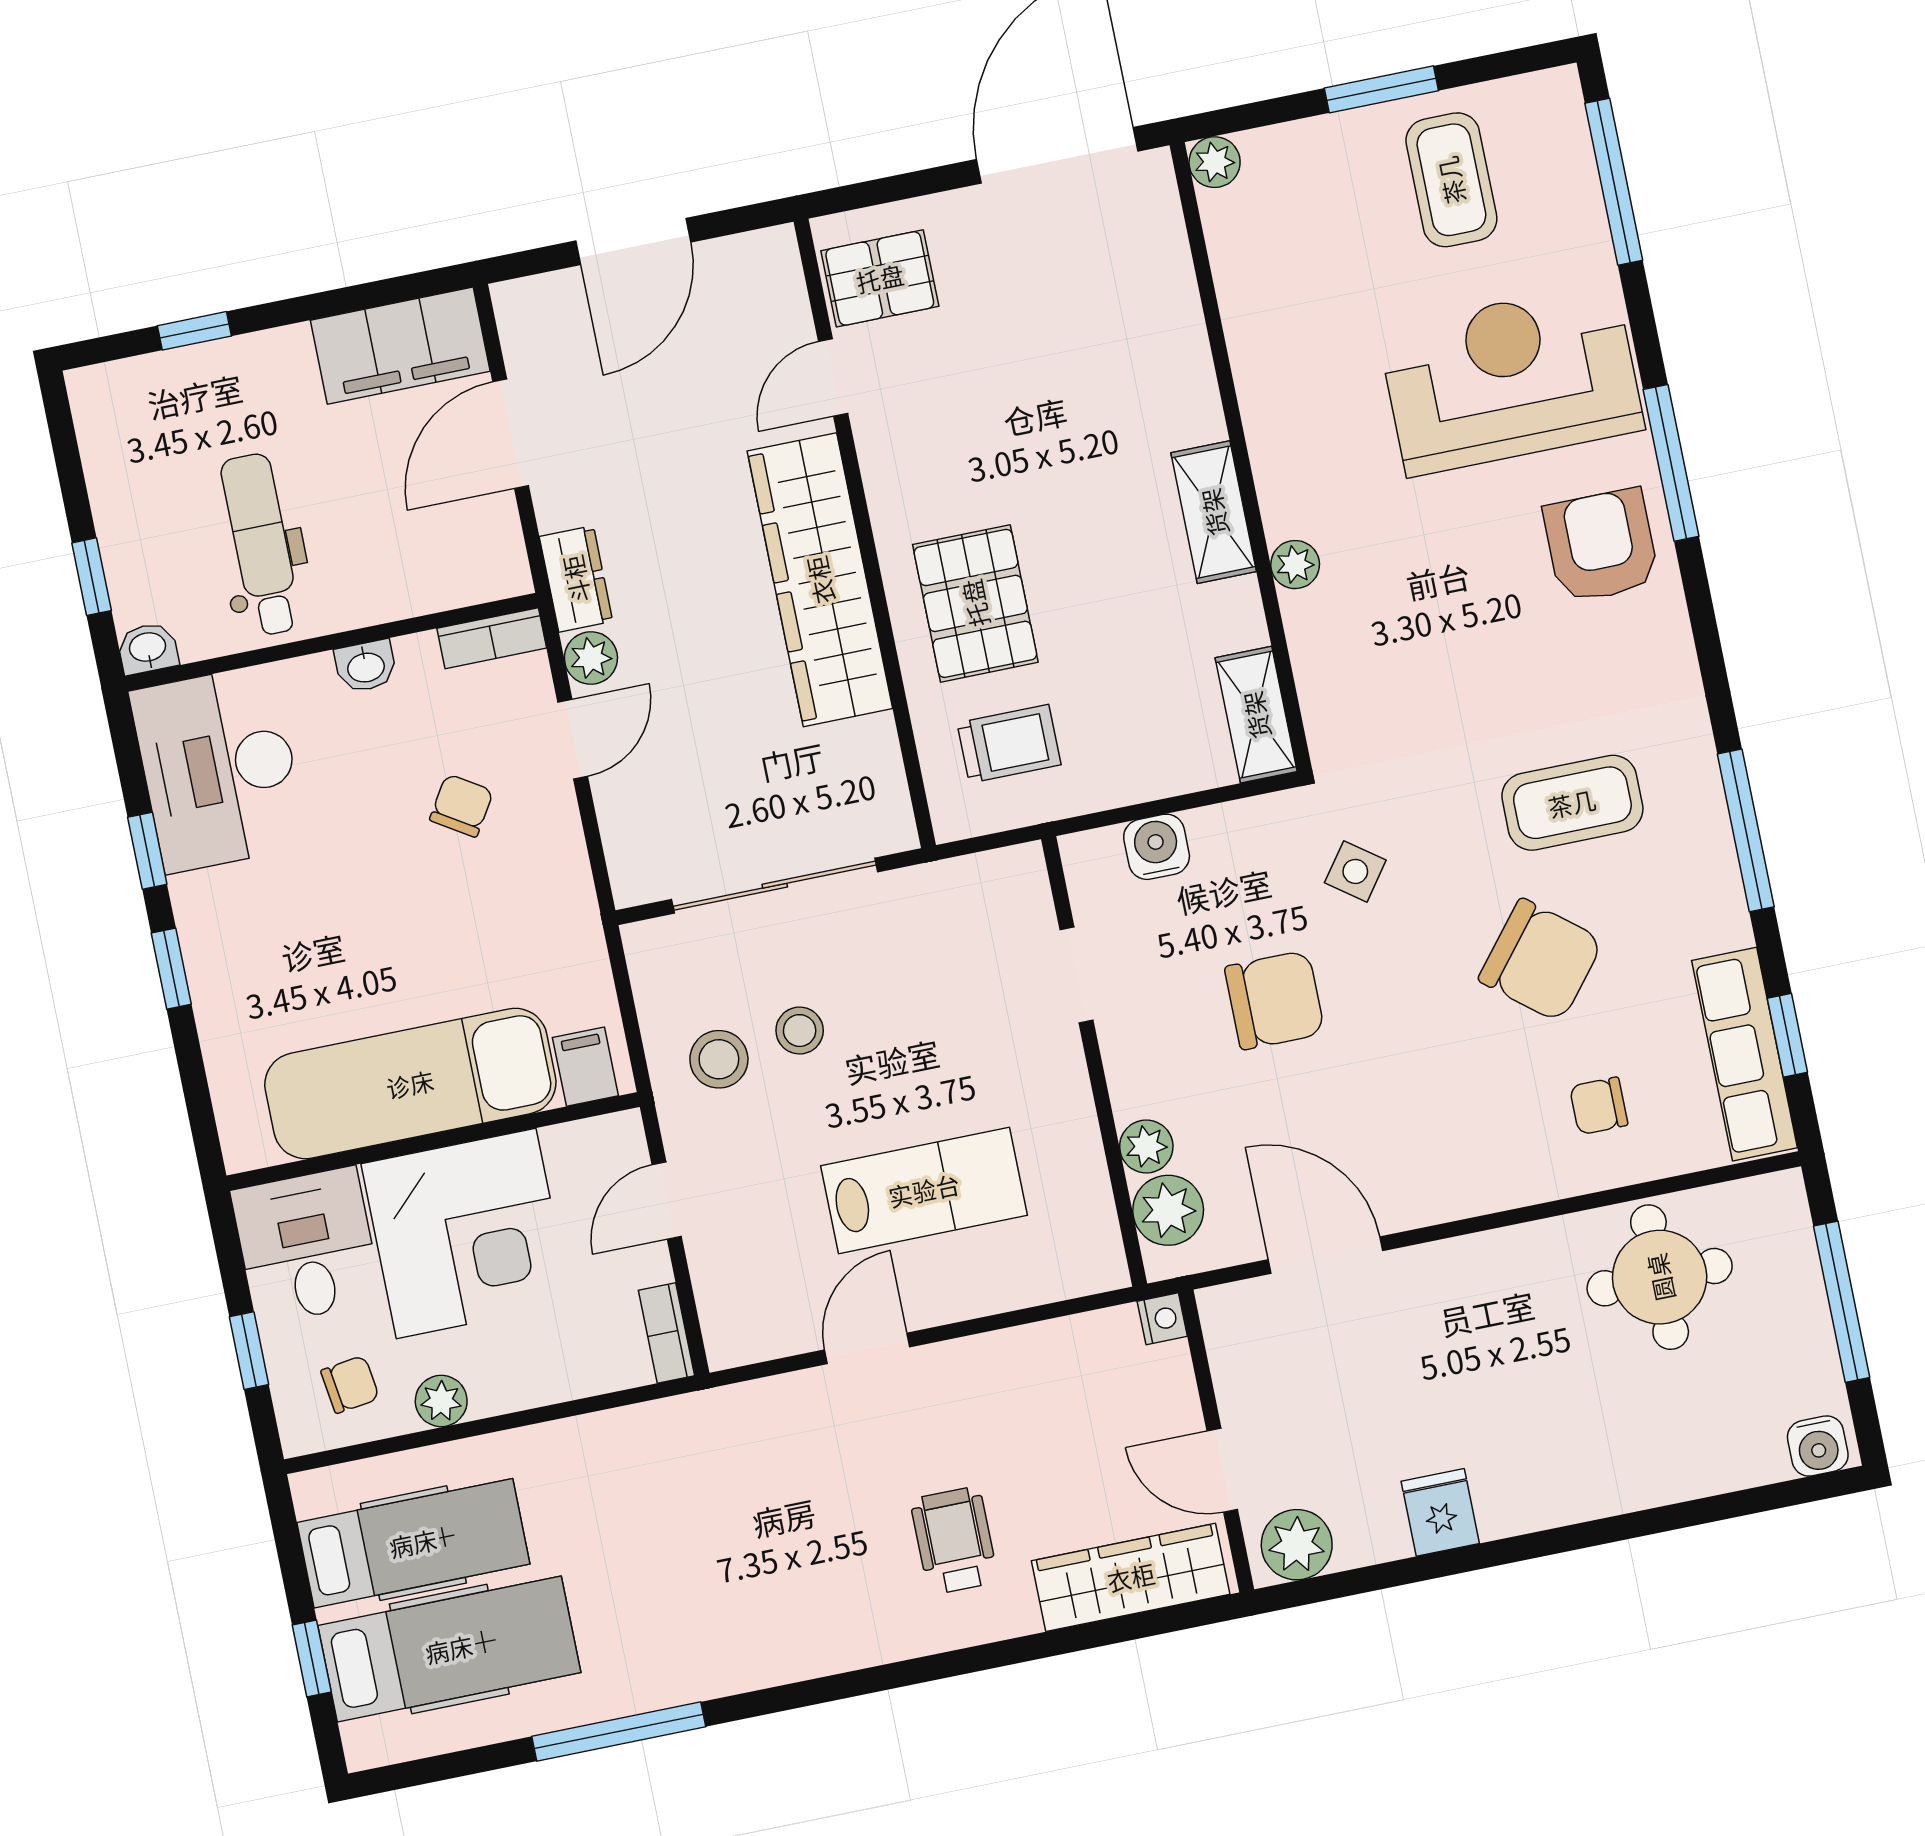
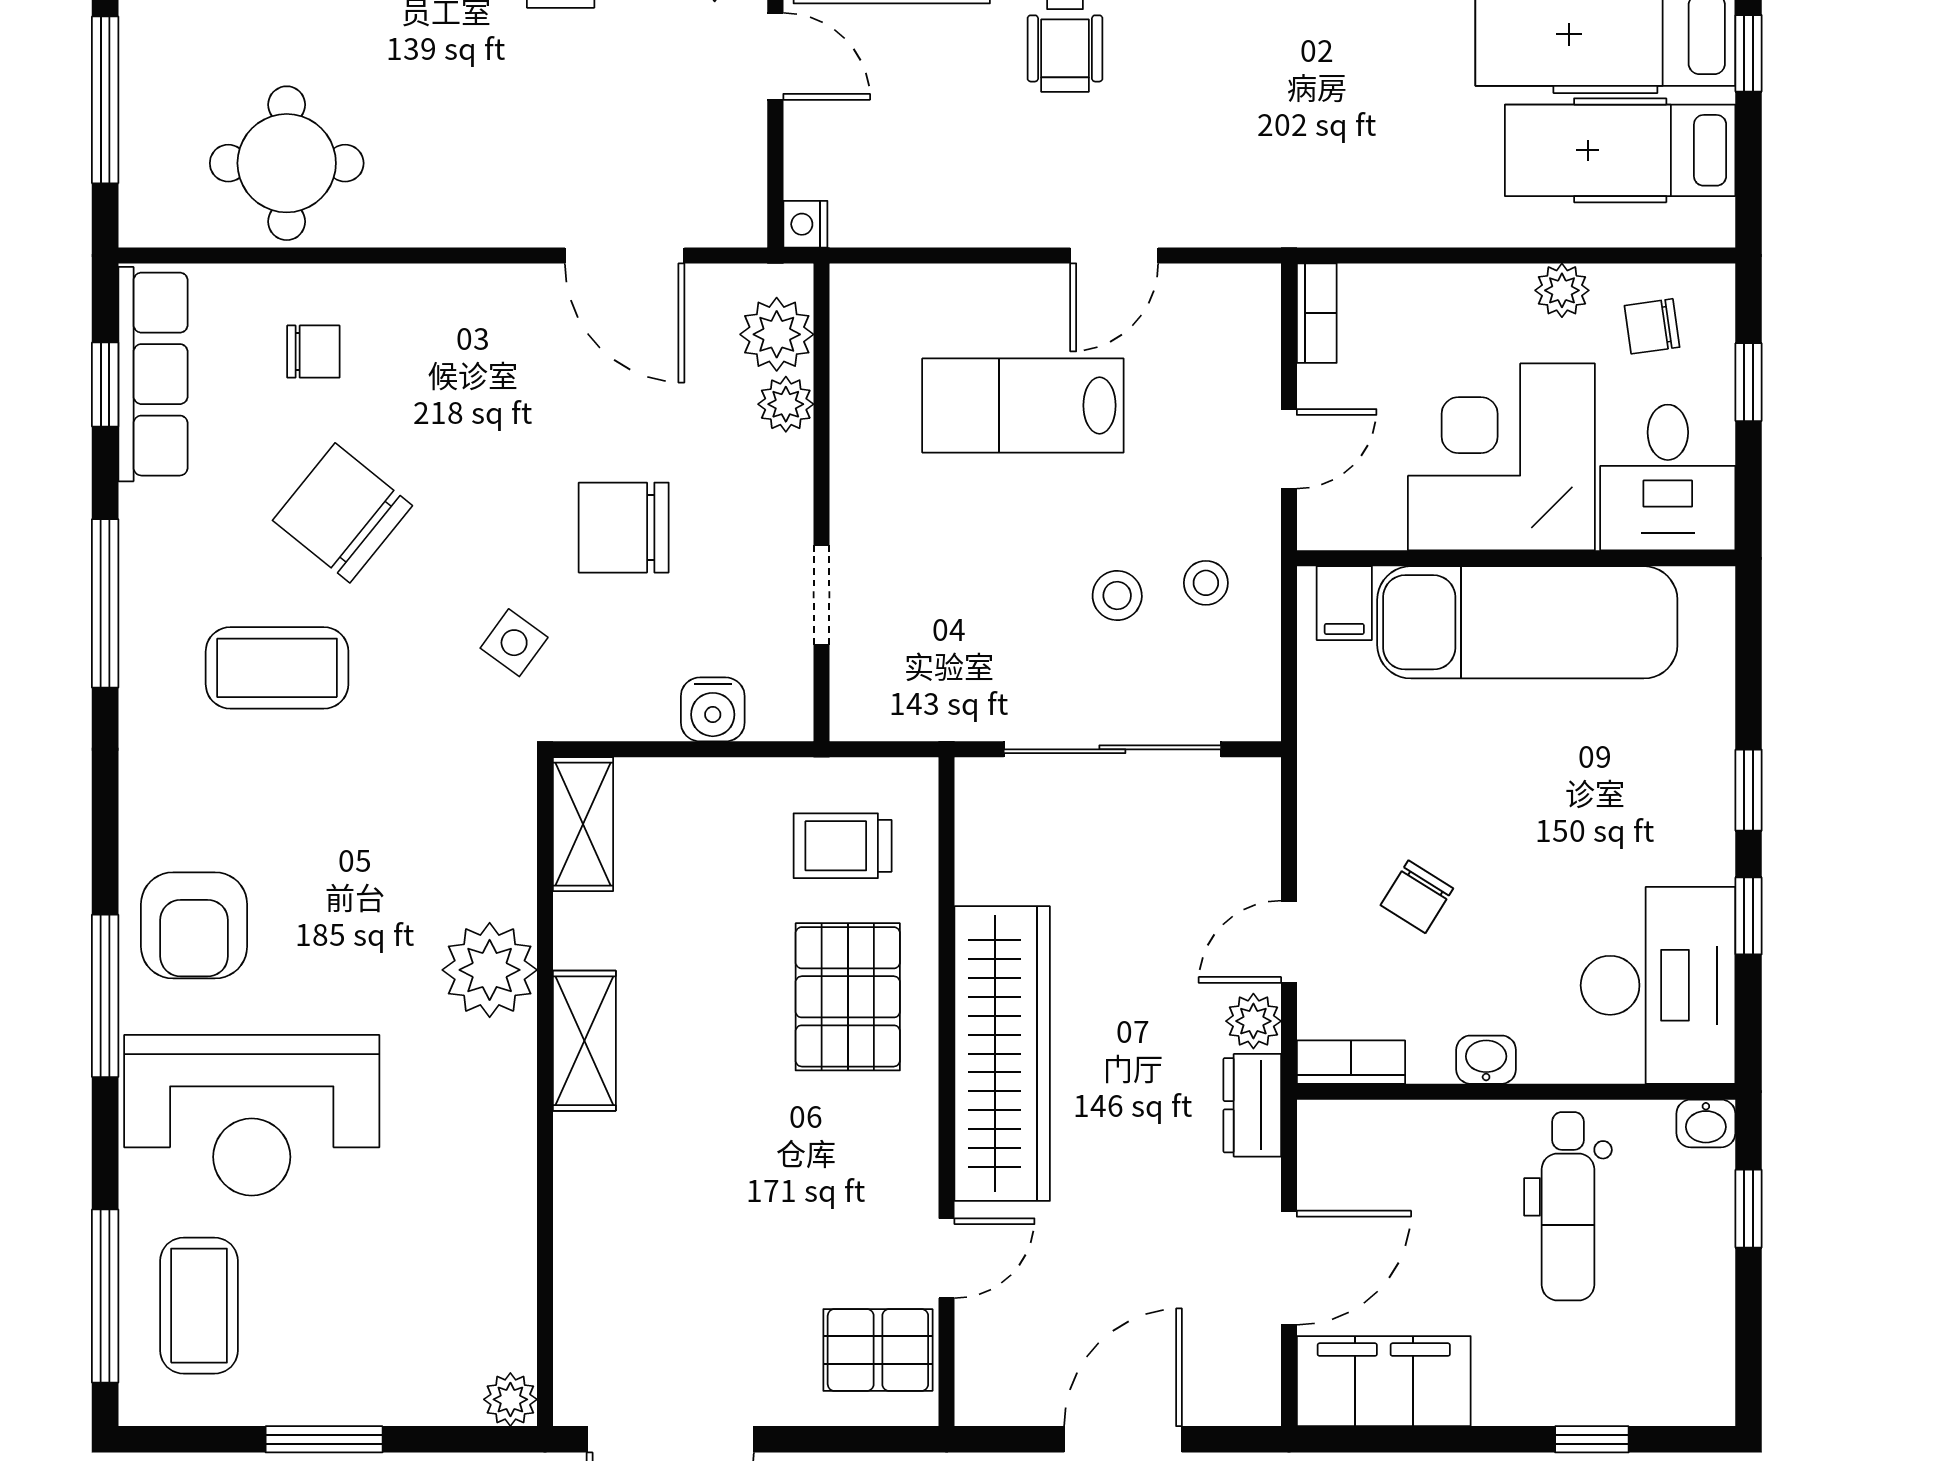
coffee table: (1451, 180) -> (199, 1306), moved
plant: (1295, 565) -> (490, 970), width x1.87, depth x1.87
stool: (719, 1059) -> (1206, 583), width x0.73, depth x0.73

